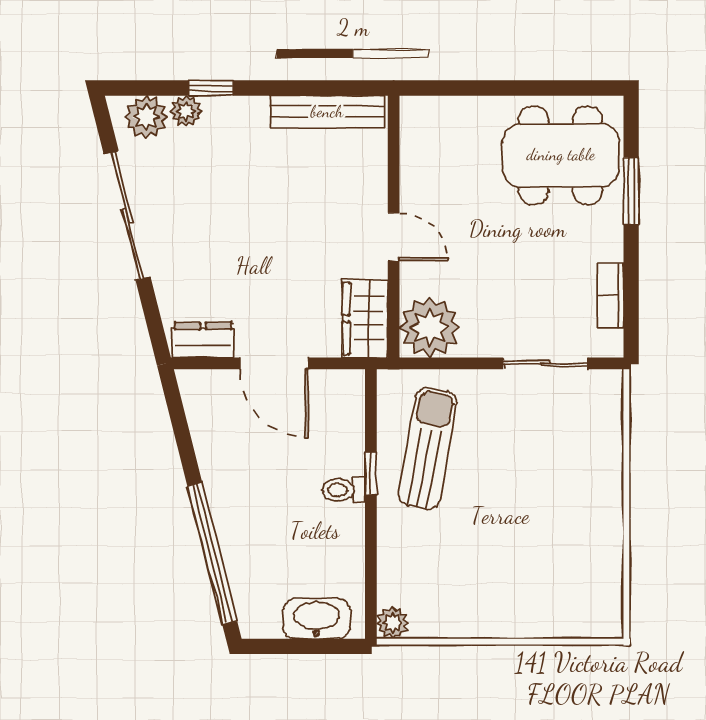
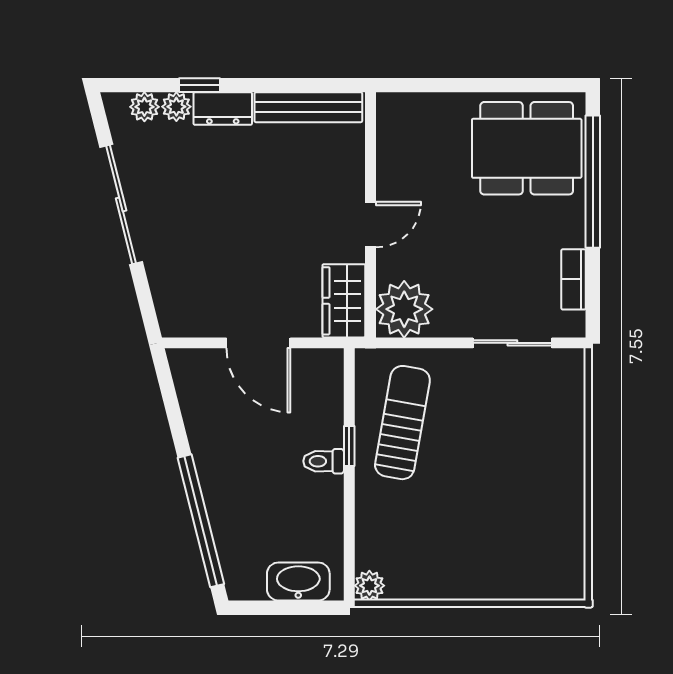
plant: (146, 117) -> (144, 107), width x0.73, depth x0.73
window: (631, 191) -> (593, 182), width x2.11
door: (394, 237) -> (371, 225), hinge flipped
dresser: (203, 340) -> (223, 109), moved, turned 180

